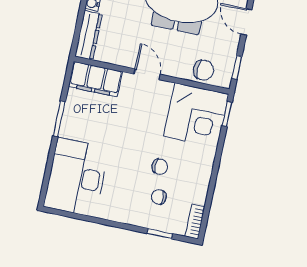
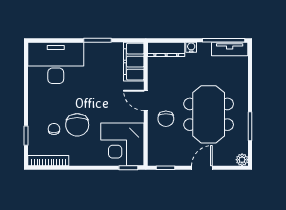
chair: (203, 70) -> (166, 119), moved
door: (147, 74) -> (146, 100), swing flipped
chair: (160, 167) -> (77, 125), width x1.87, depth x1.87
bookcase: (195, 222) -> (48, 161), width x1.56

